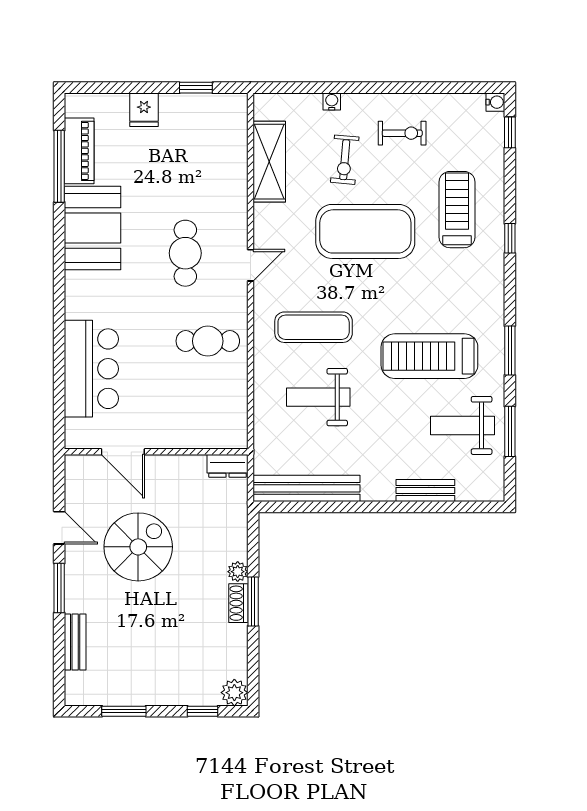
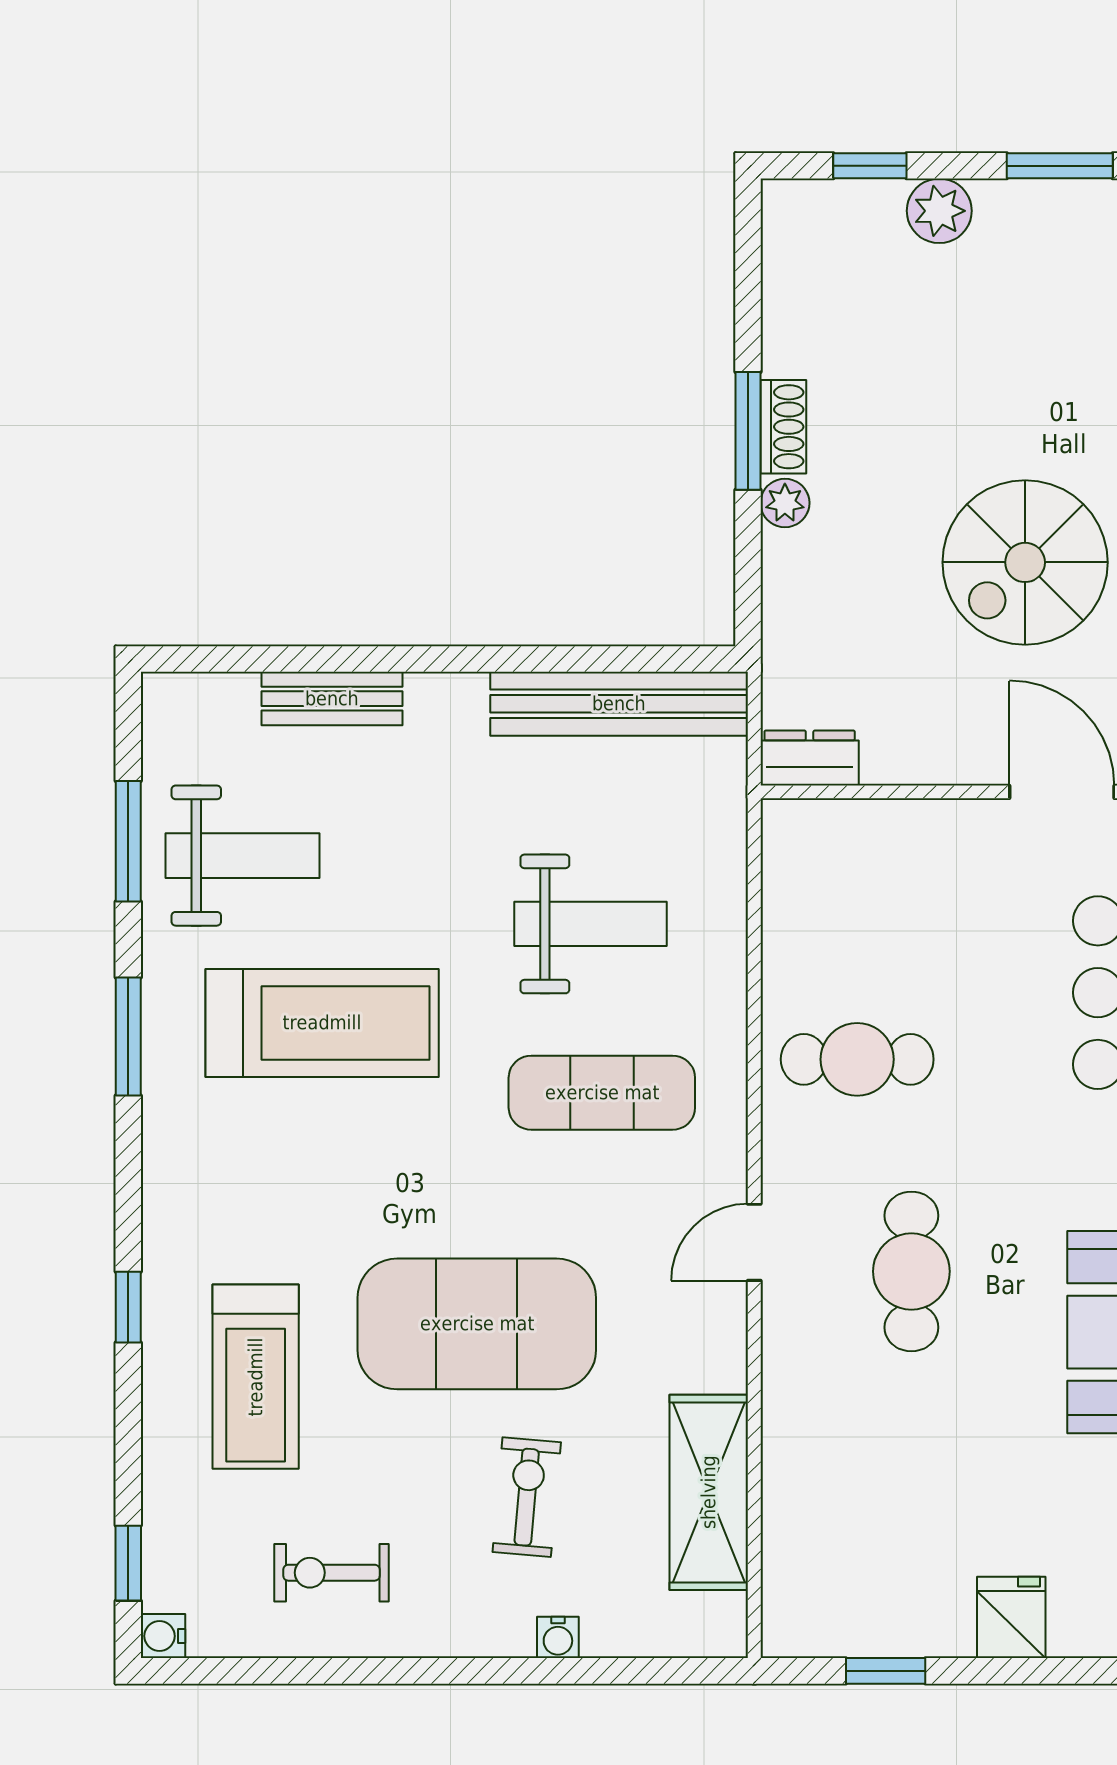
exercise bike: (402, 133) -> (331, 1573), moved
plant: (234, 693) -> (939, 211), moved

